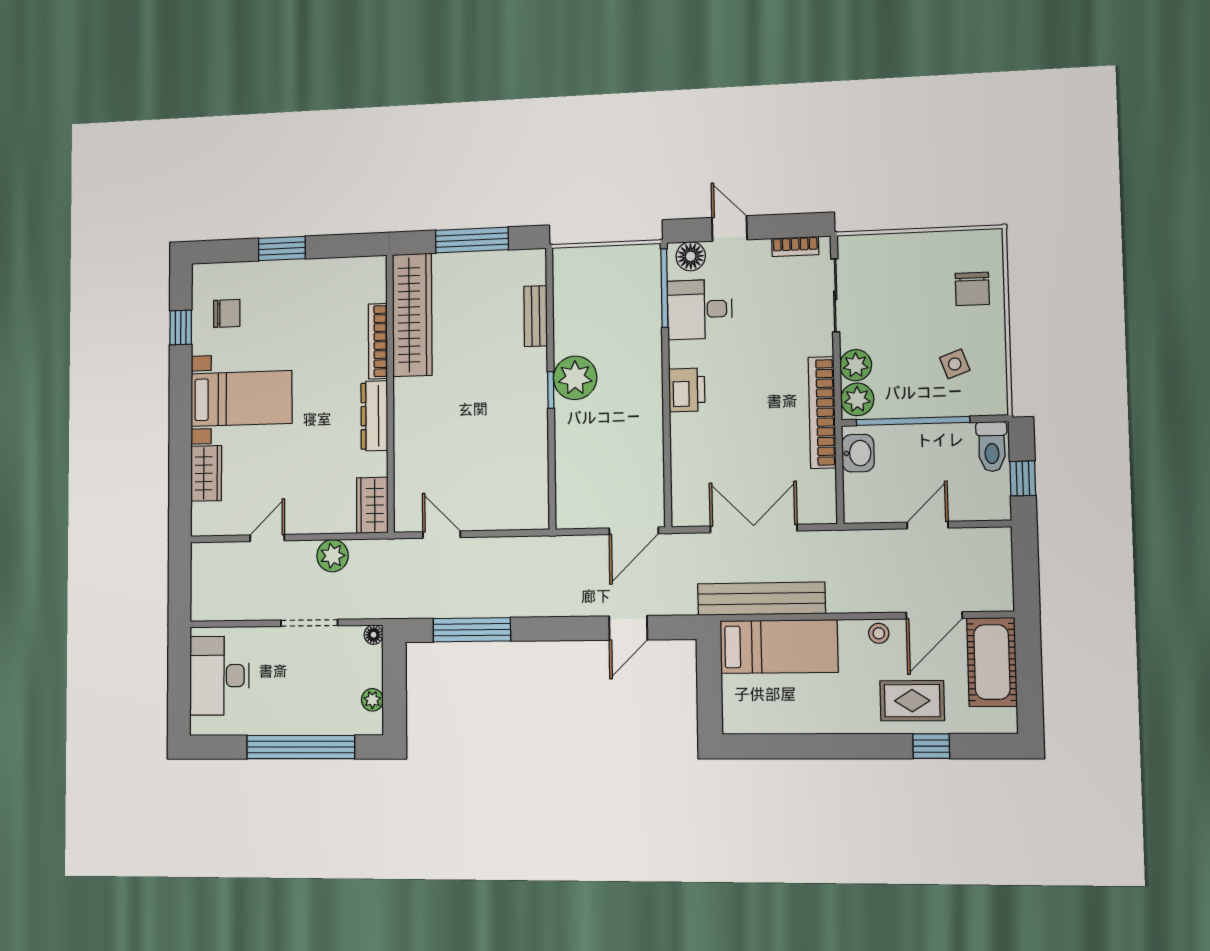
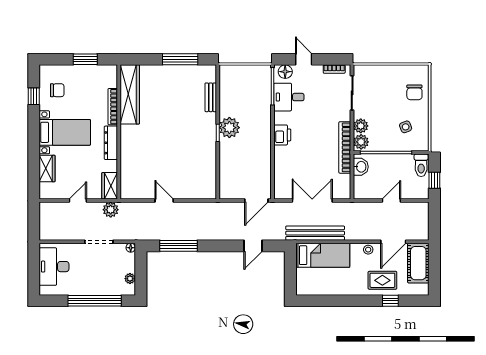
wardrobe: (412, 315) -> (130, 94), moved
bookcase: (378, 341) -> (113, 107), moved
wall: (390, 393) -> (119, 132), moved
dresser: (374, 416) -> (111, 143), moved
wardrobe: (372, 505) -> (110, 186), moved

